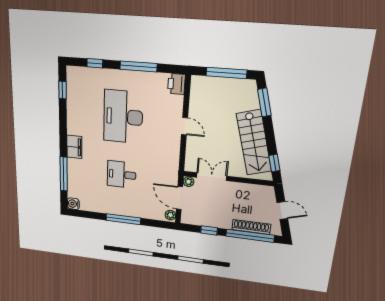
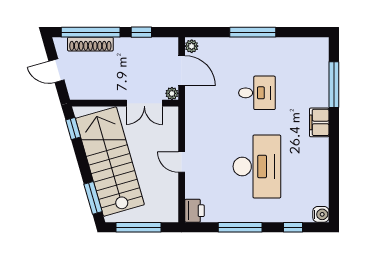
window: (63, 90) -> (334, 192), removed
stairs: (254, 143) -> (110, 162), width x1.36, depth x1.51
water cooler: (73, 204) -> (321, 214), moved

